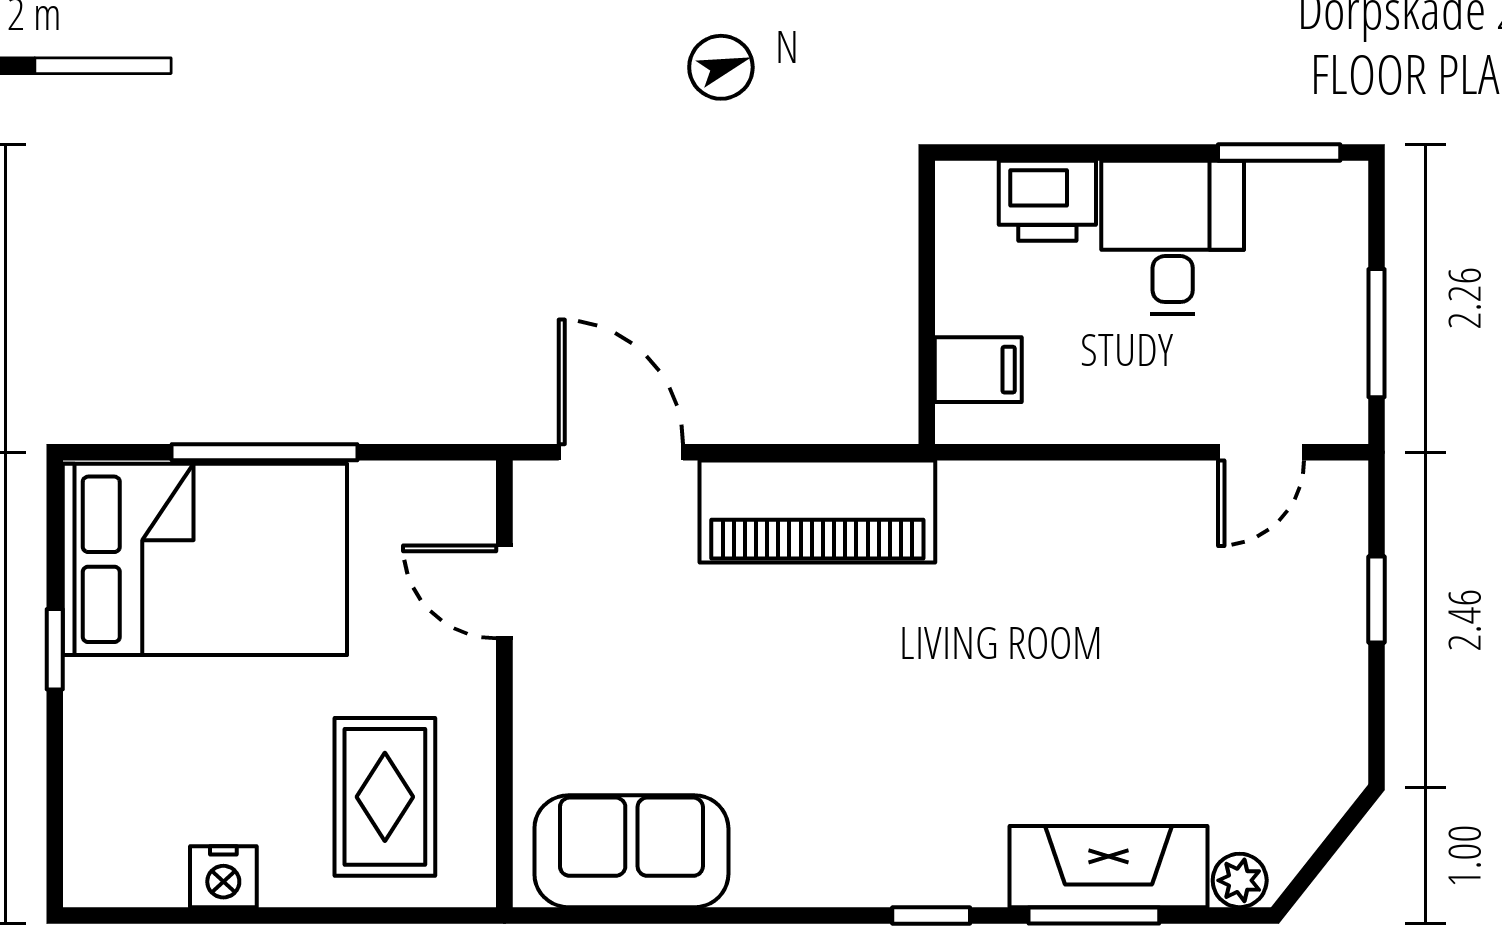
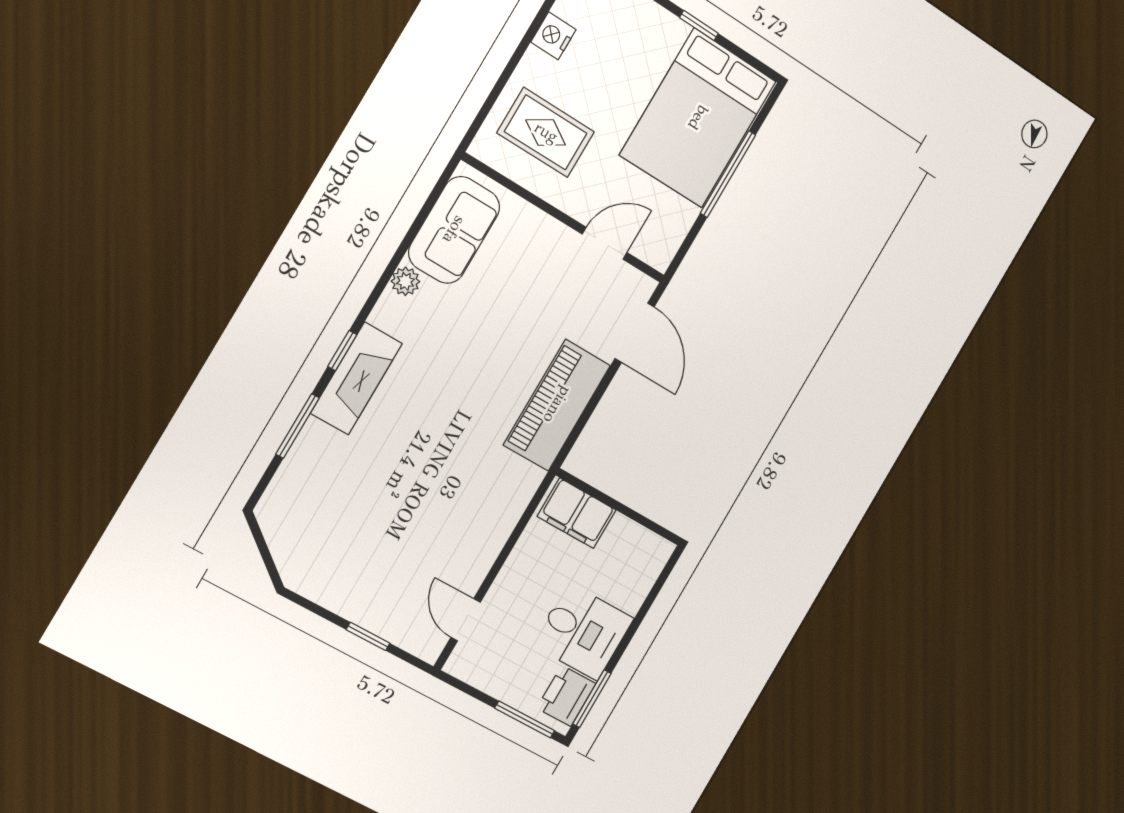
printer: (1047, 201) -> (566, 696), moved
window: (1376, 333) -> (525, 719), moved
filing cabinet: (978, 370) -> (577, 513), width x2.00
door: (621, 452) -> (635, 333), hinge flipped
fireplace: (1109, 867) -> (356, 378), moved
plant: (1240, 880) -> (405, 281), moved

